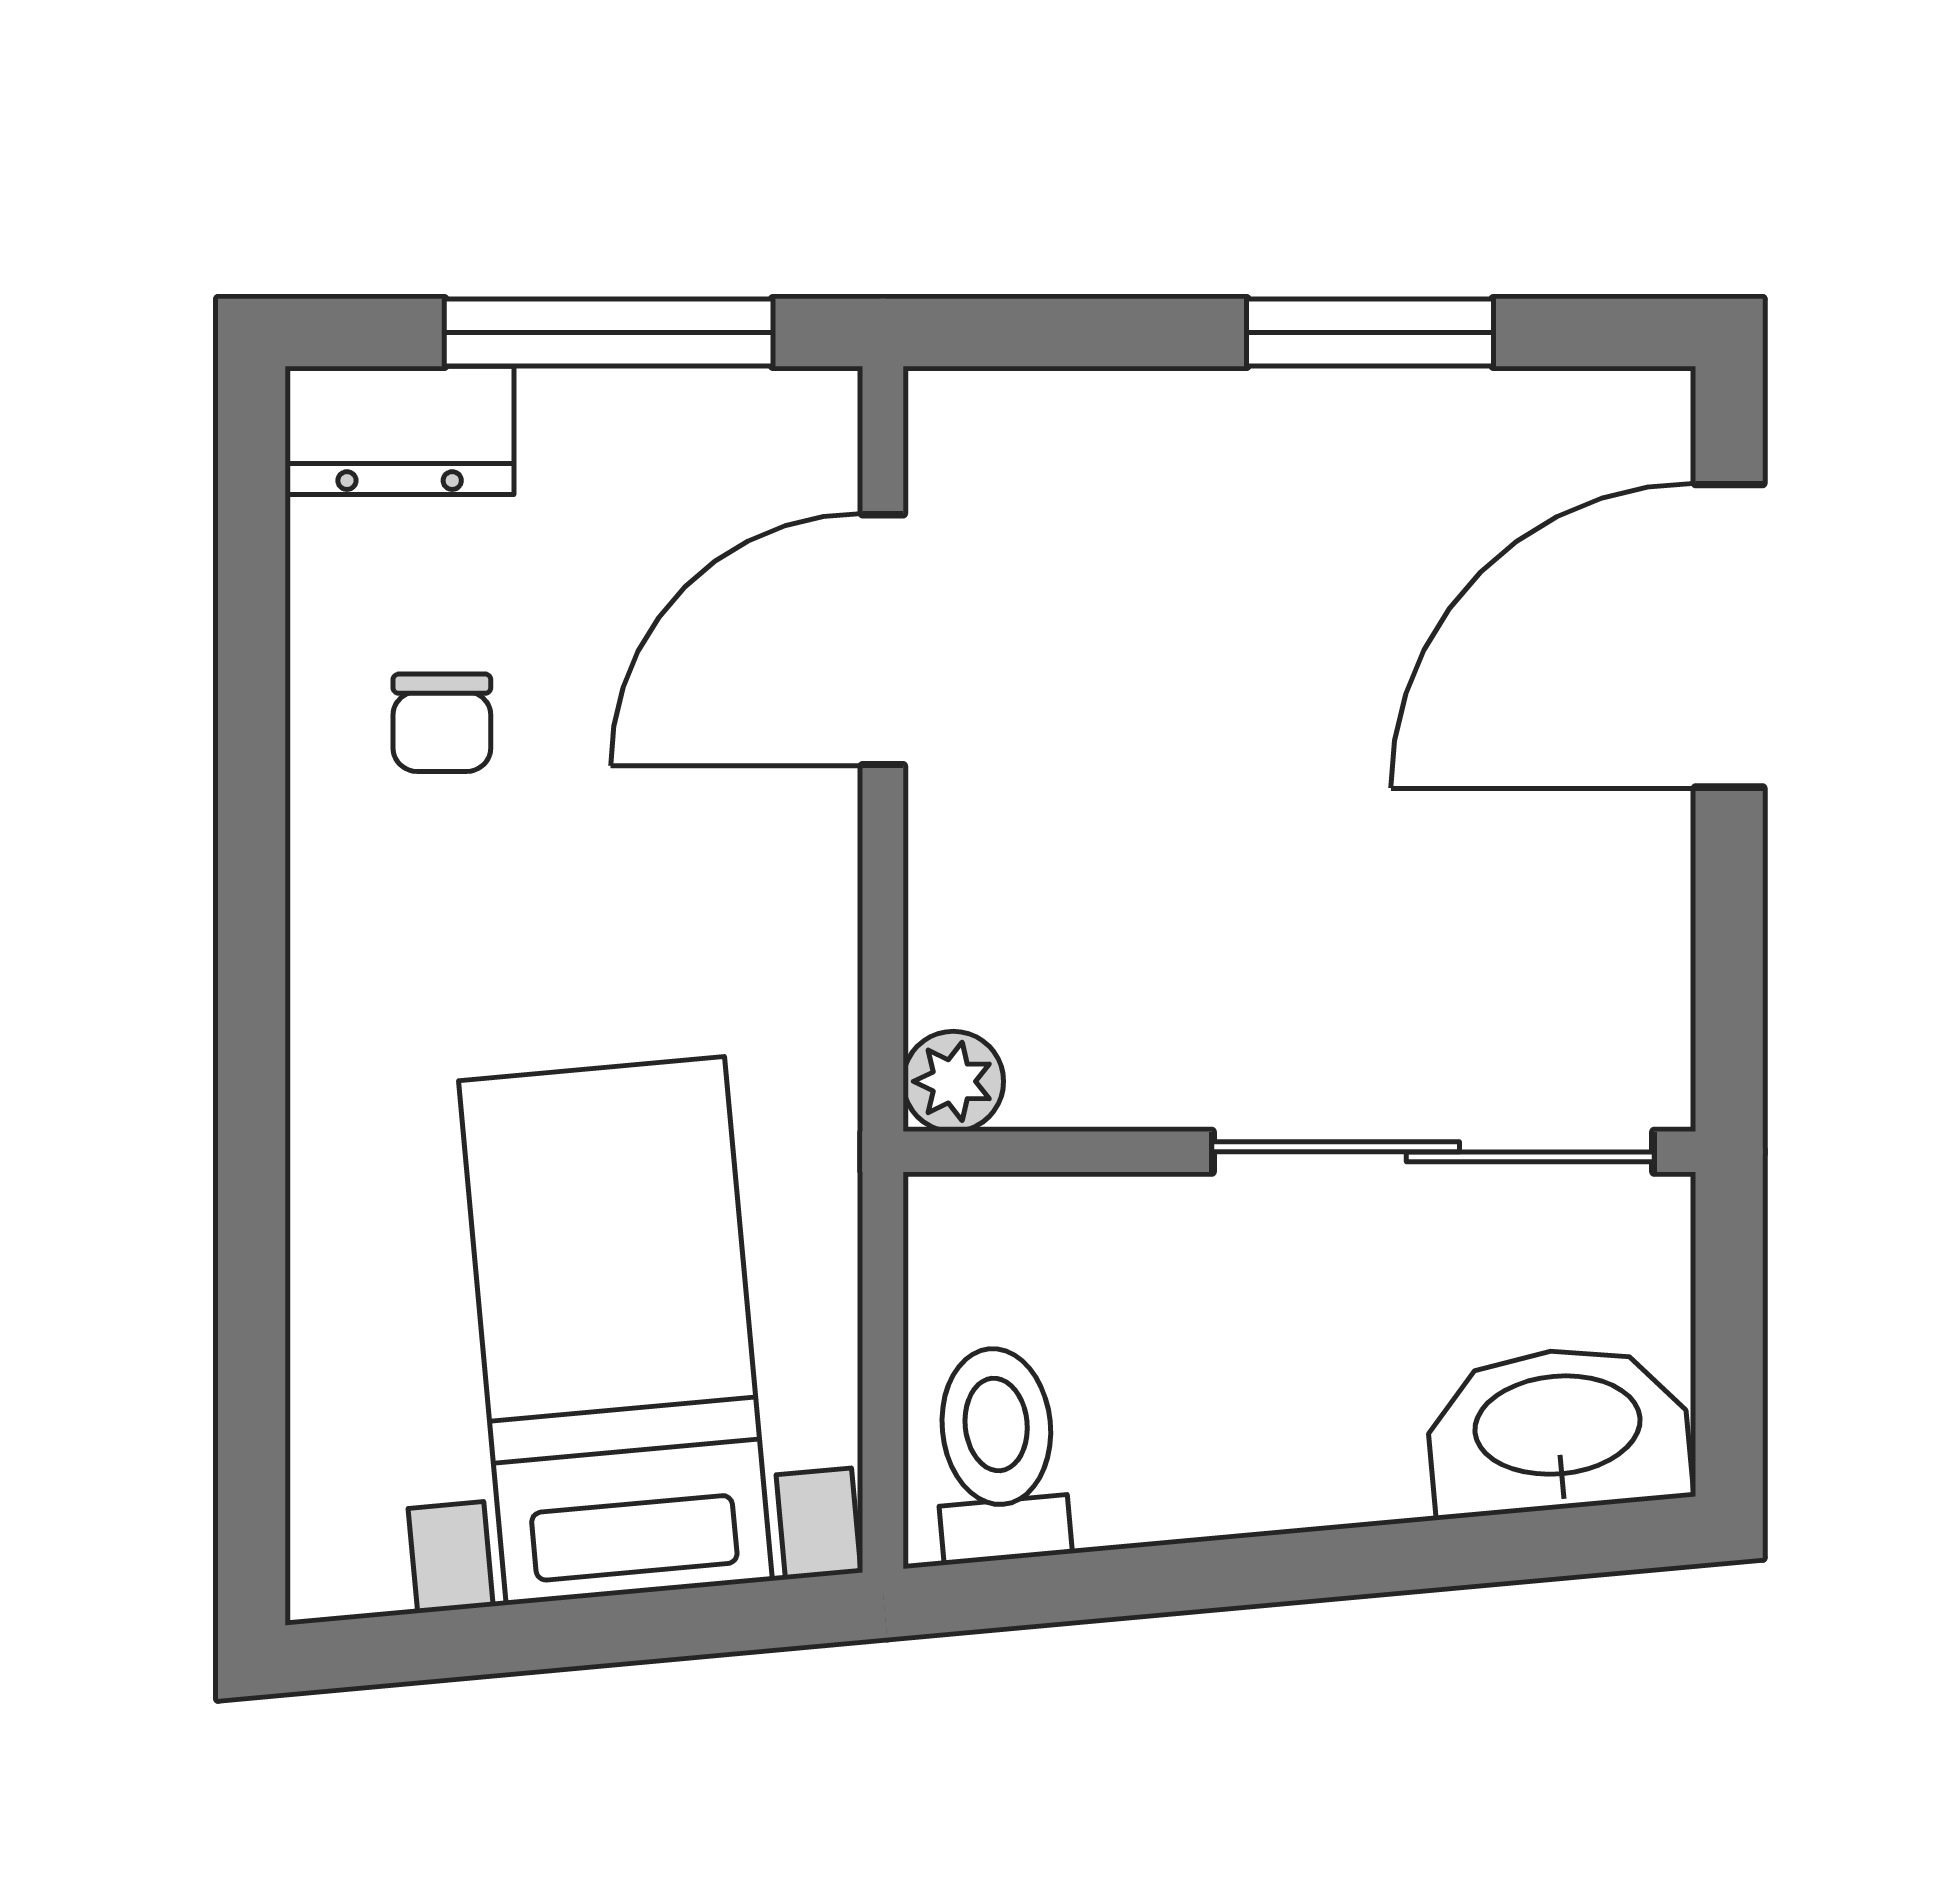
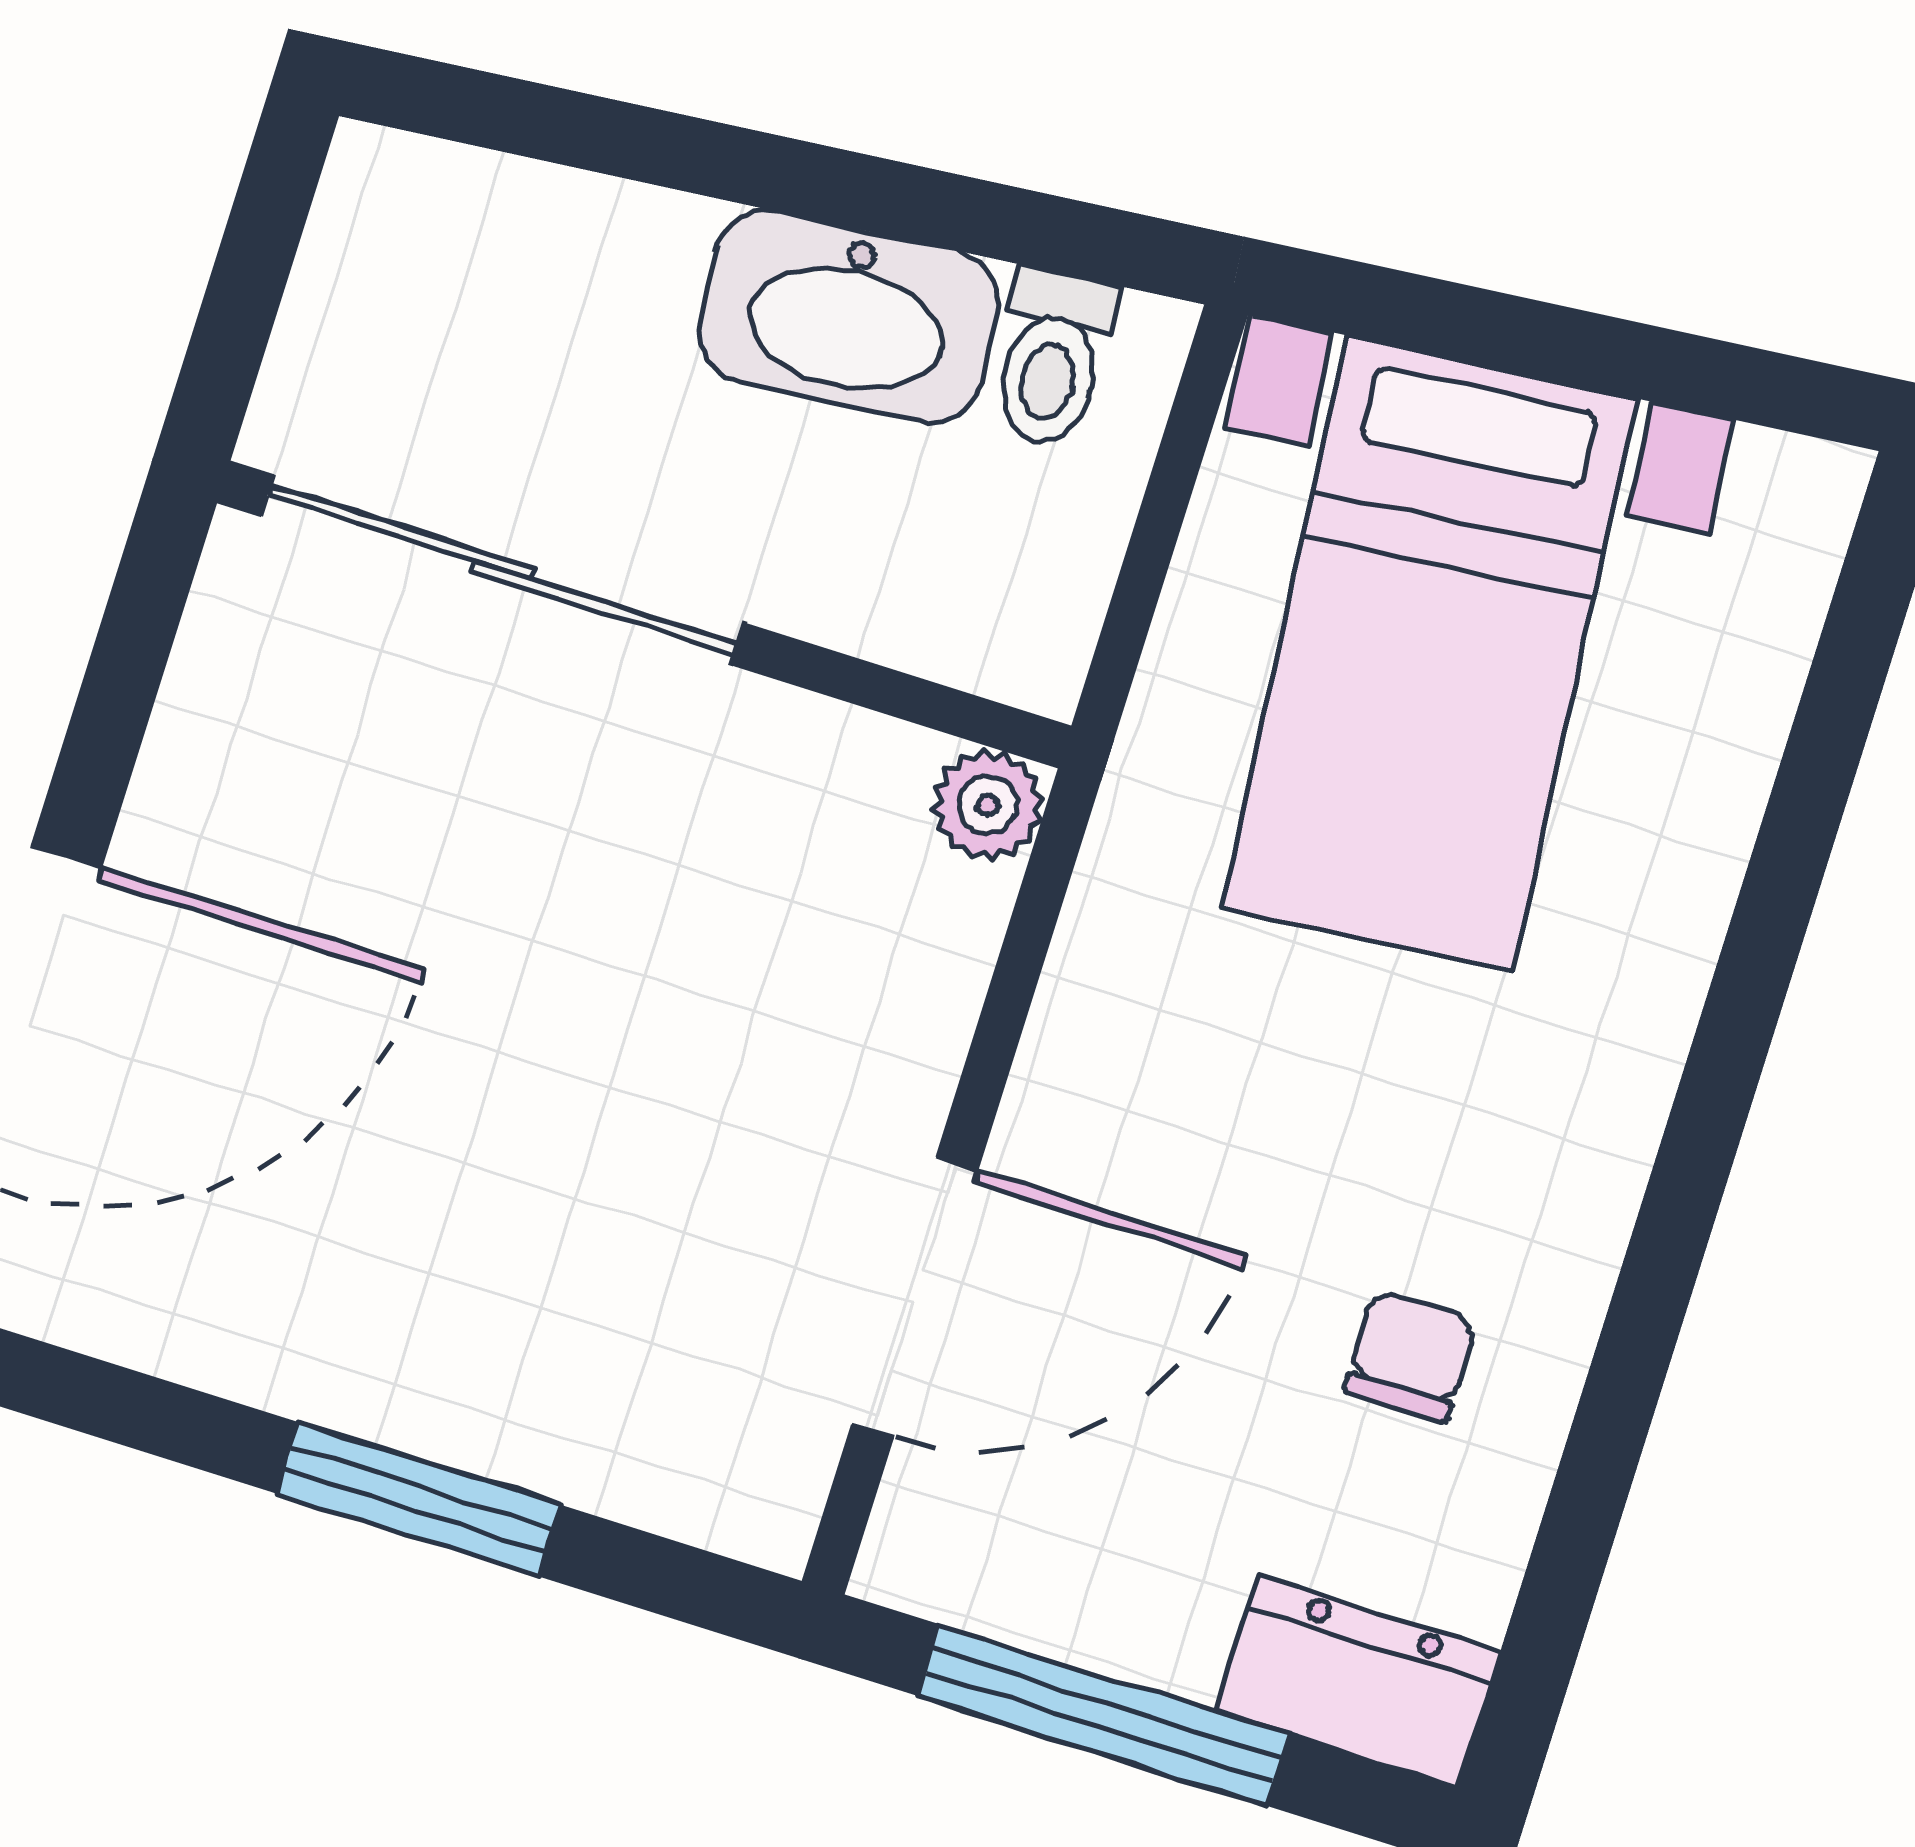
window: (1370, 332) -> (418, 1499), moved
washbasin: (1558, 1430) -> (848, 317), moved
toilet: (999, 1454) -> (1052, 358), width x0.73, depth x0.72

